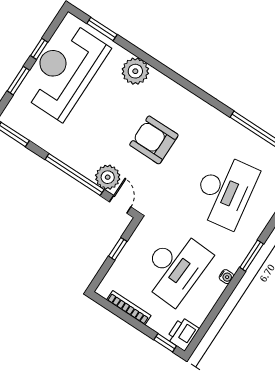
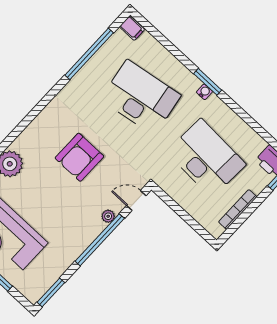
plant: (108, 177) -> (108, 216), width x0.53, depth x0.53
window: (118, 249) -> (179, 210), removed
water cooler: (226, 277) -> (204, 92), moved

